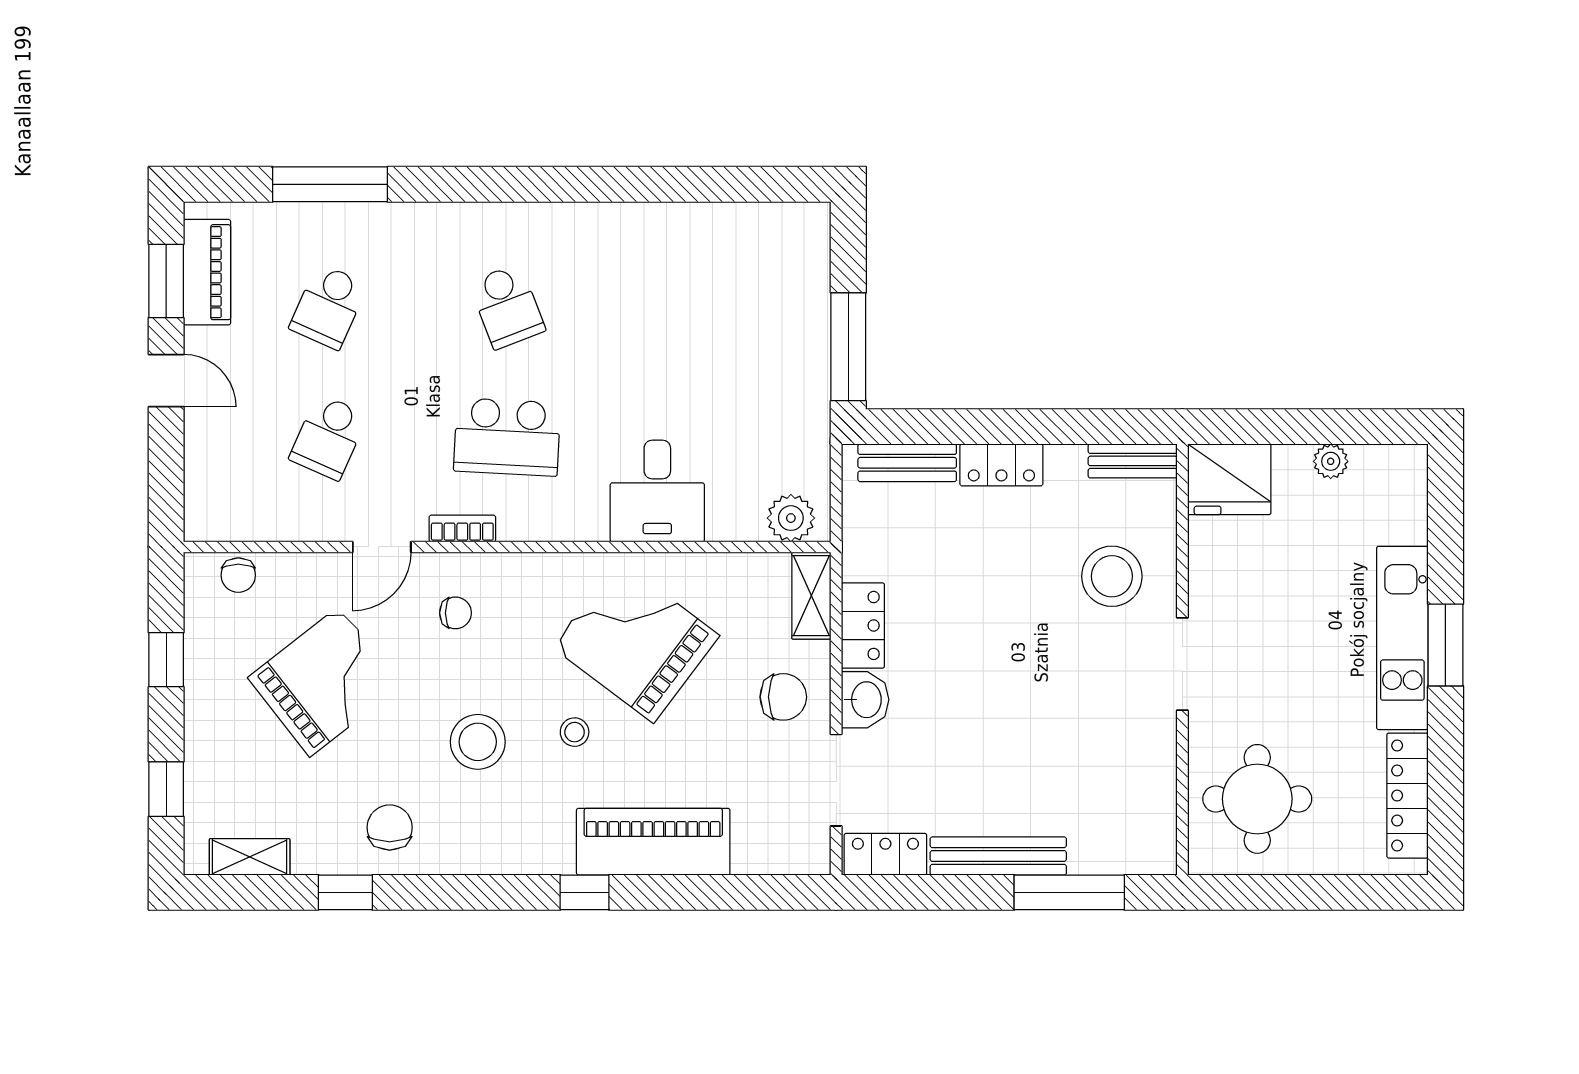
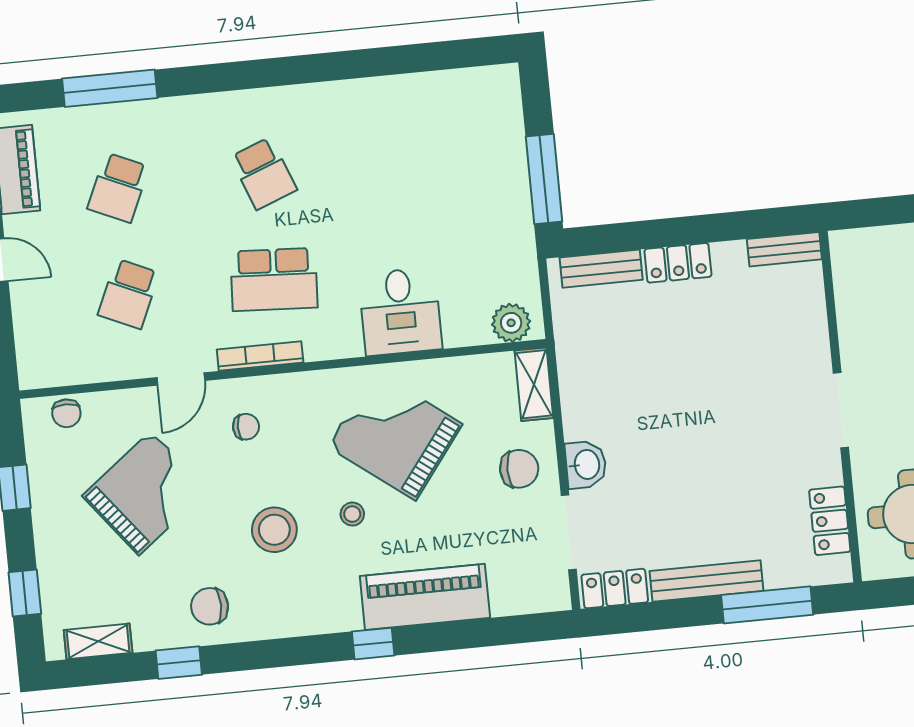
fridge: (1229, 479) -> (864, 256), removed
bookcase: (462, 528) -> (260, 356), width x1.56
stool: (1112, 576) -> (777, 345), removed
locker: (863, 625) -> (830, 521), moved, turned 180
chair: (390, 827) -> (210, 606), turned -90

